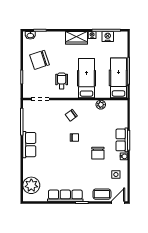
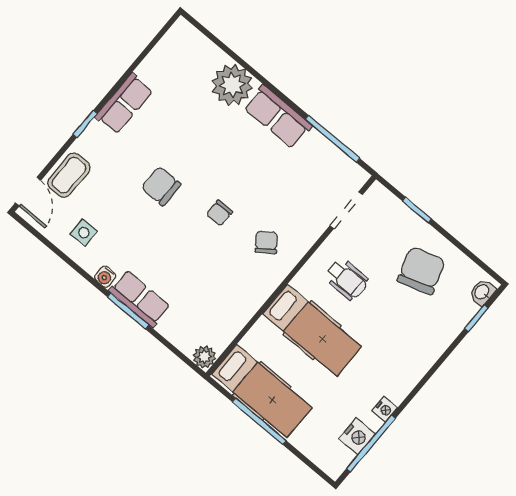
wardrobe: (77, 38) -> (404, 376), removed
plant: (101, 105) -> (204, 357), moved
chair: (98, 153) -> (161, 186), moved
plant: (31, 185) -> (232, 85), moved
row of seats: (65, 196) -> (124, 104), width x0.68

